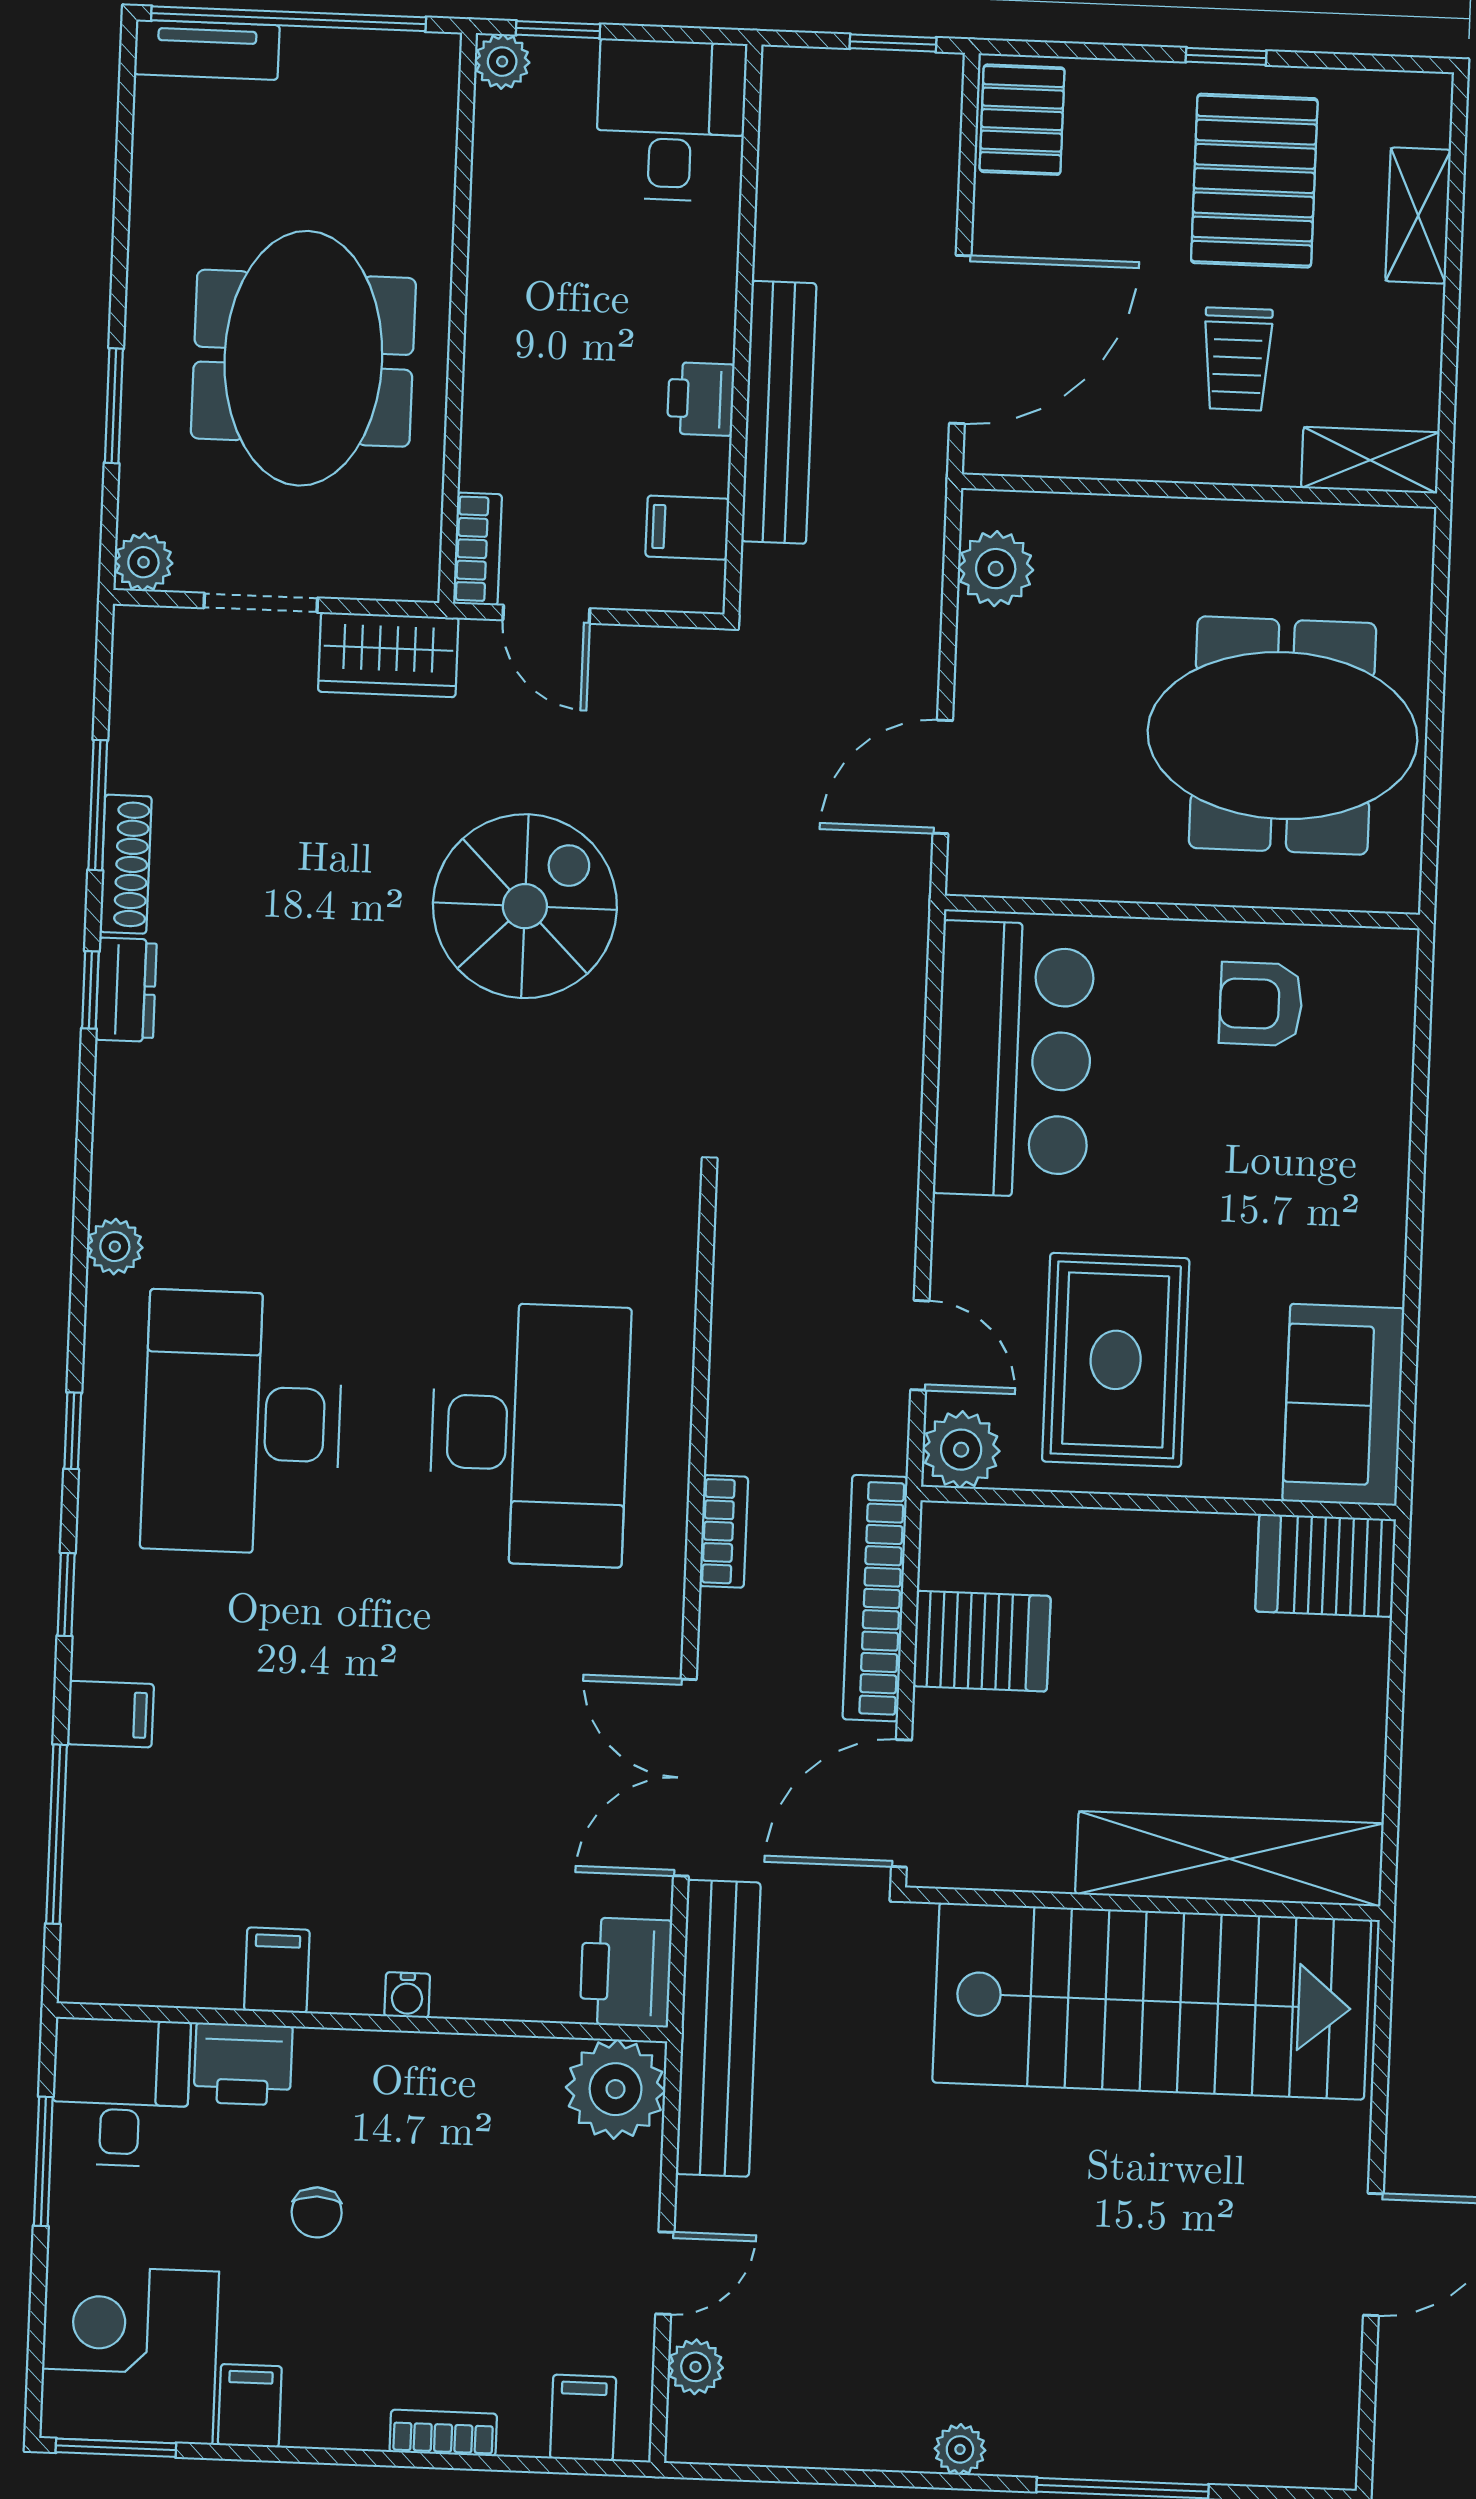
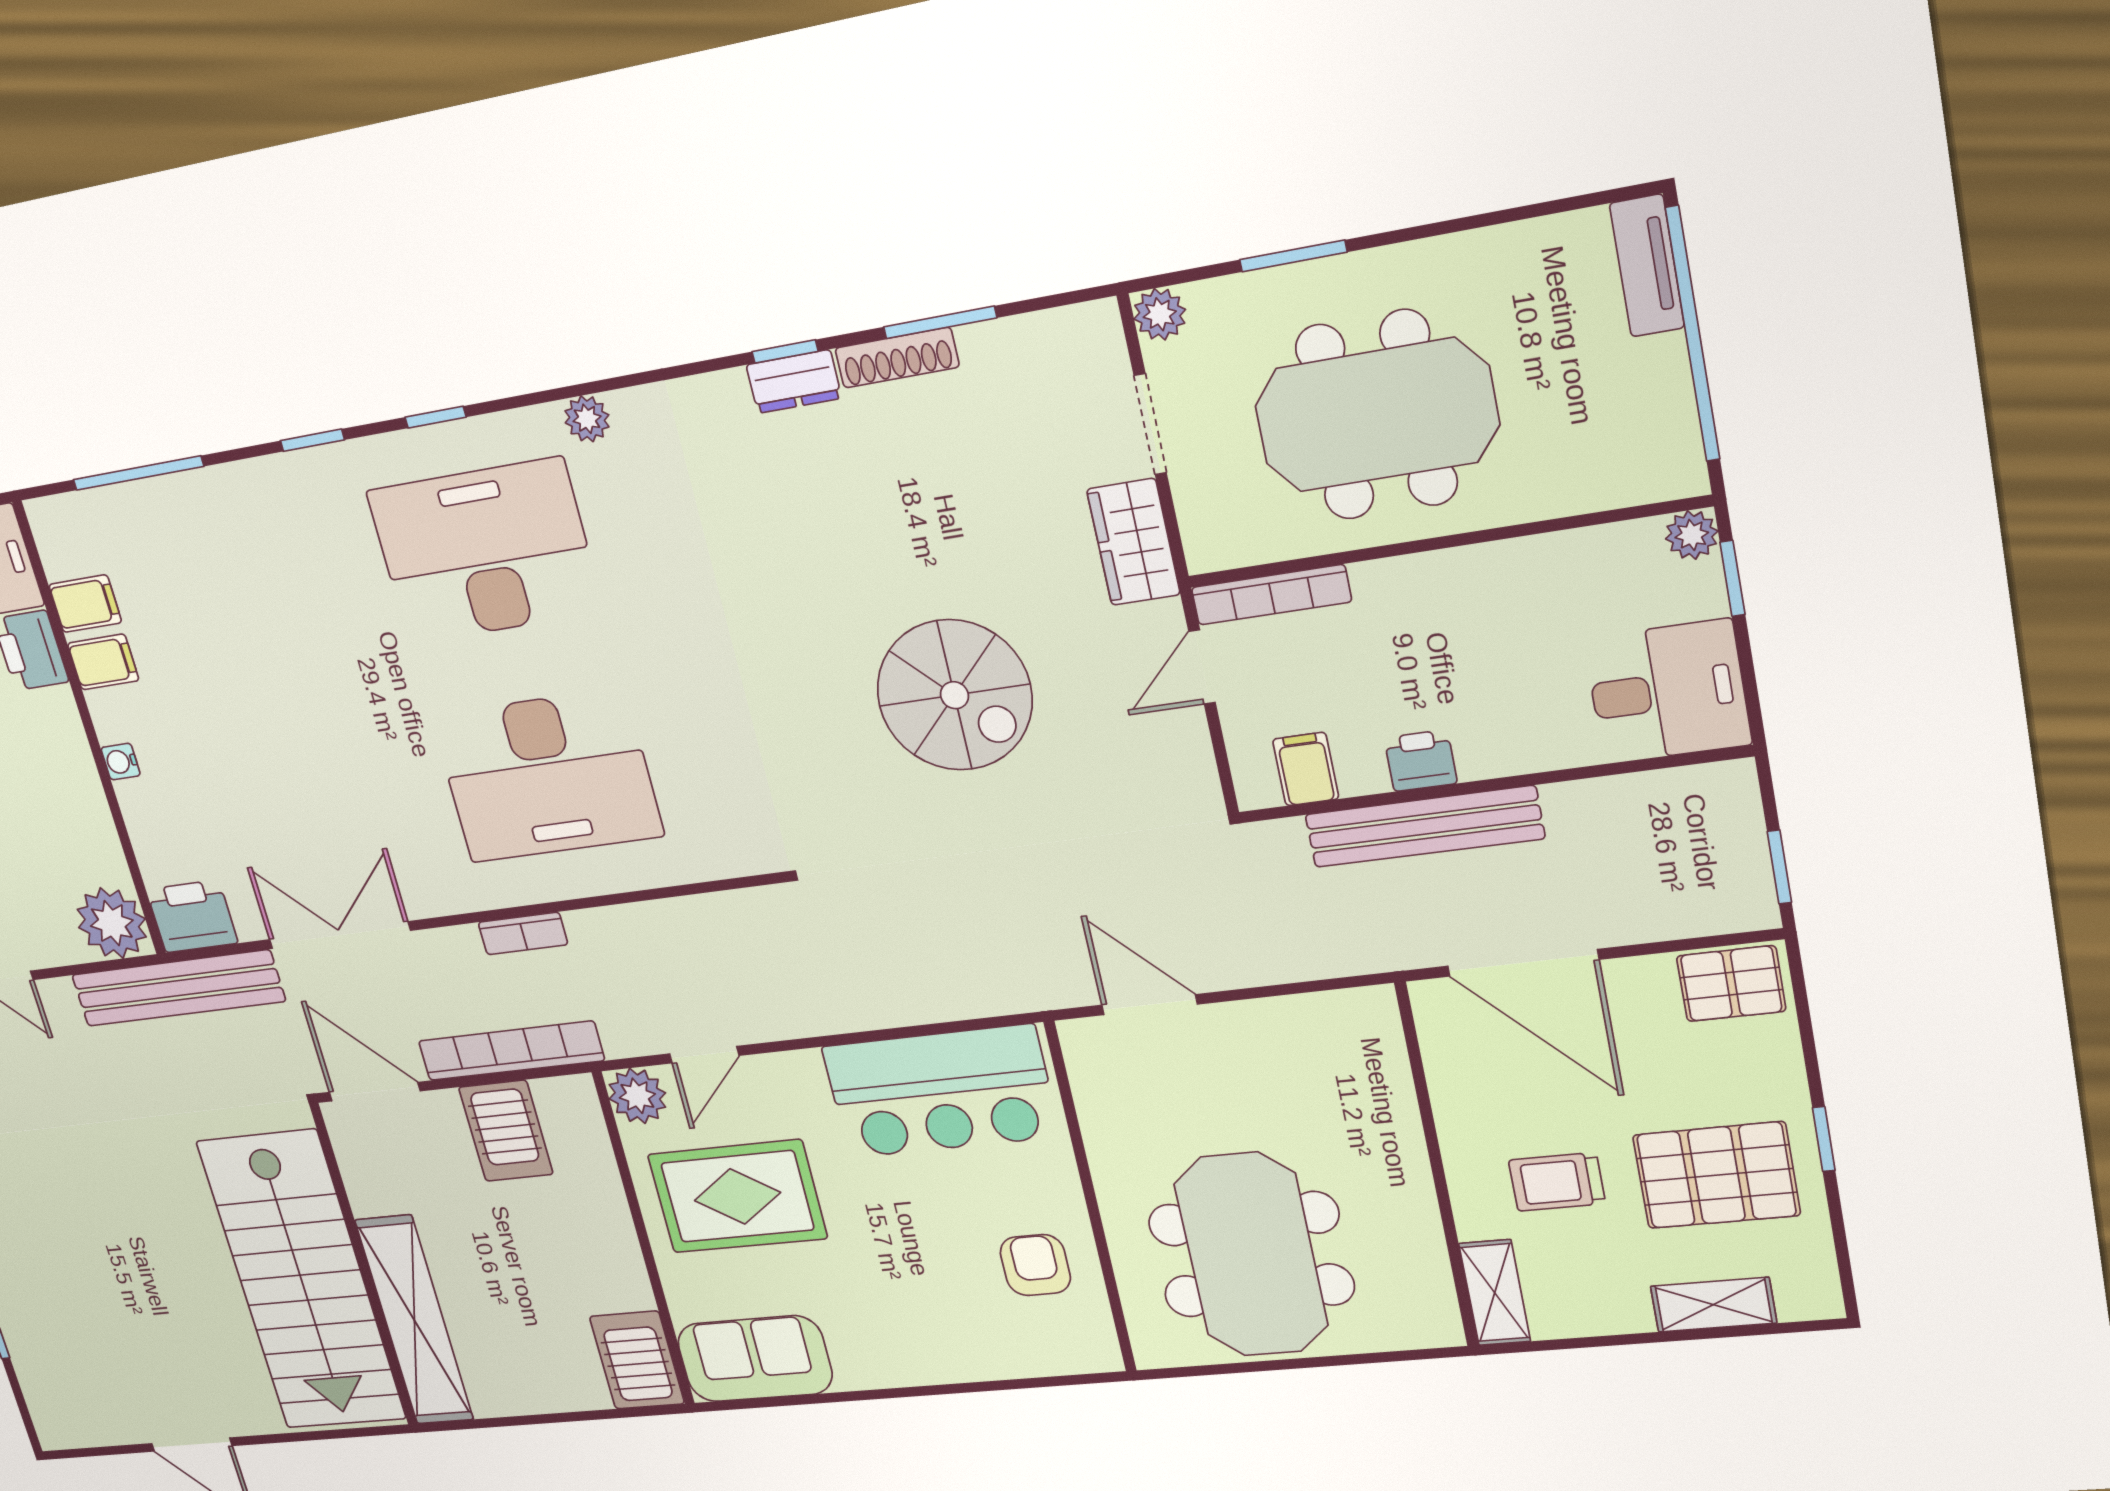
bookcase: (477, 549) -> (1271, 595), width x1.56
plant: (996, 569) -> (1332, 1020), removed
filing cabinet: (110, 1714) -> (85, 604), moved, turned -90

